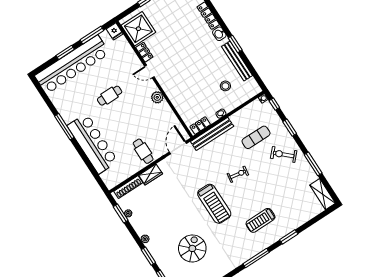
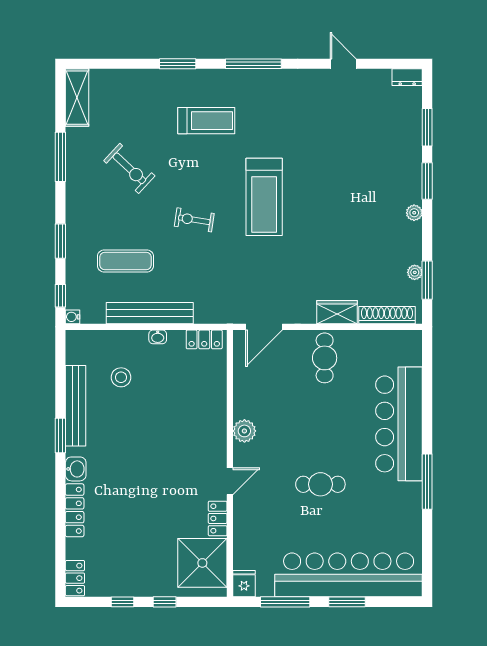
door: (149, 72) -> (230, 481), hinge flipped
bench: (212, 134) -> (150, 313), moved
exercise bike: (284, 154) -> (129, 168), moved
treadmill: (214, 204) -> (264, 197), turned 180
spiral stairs: (192, 248) -> (347, 147), removed

